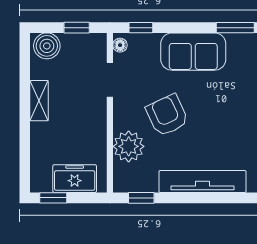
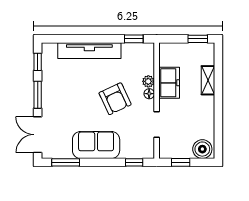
floor lamp: (120, 45) -> (149, 94), moved
shelving: (39, 101) -> (208, 80), moved
plant: (129, 146) -> (148, 81), width x0.53, depth x0.53
freezer: (75, 179) -> (169, 83), moved, turned -90

